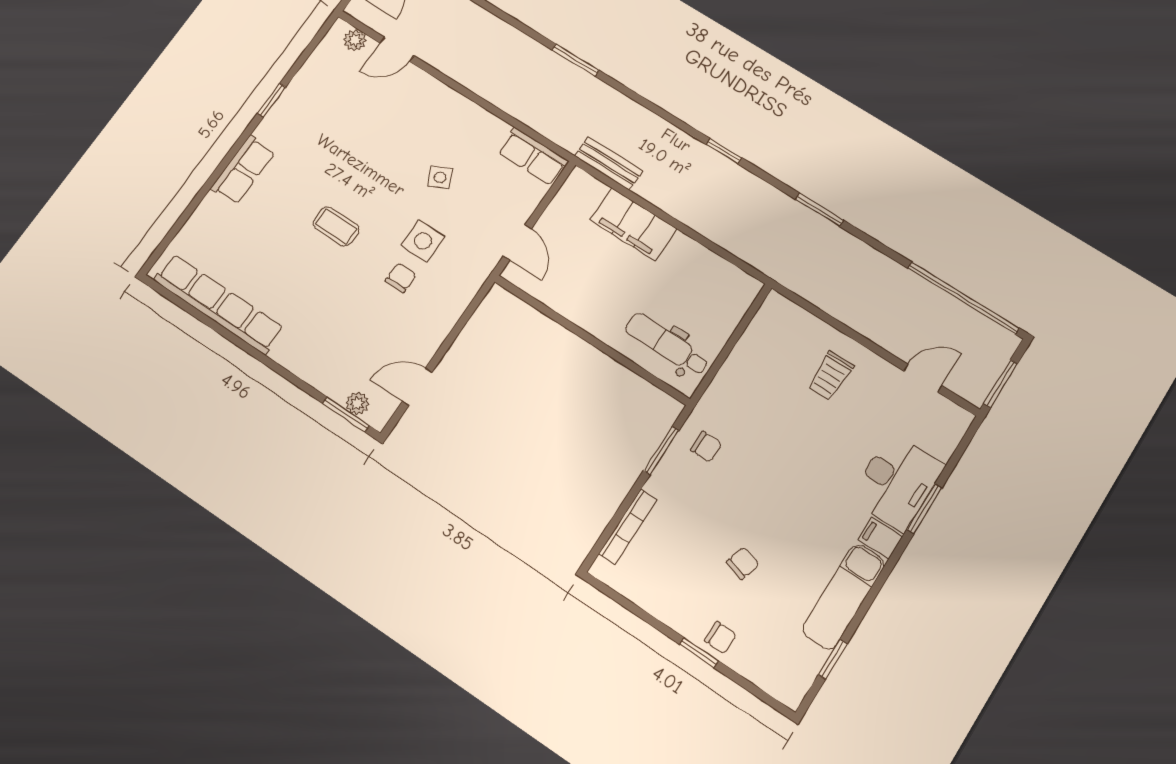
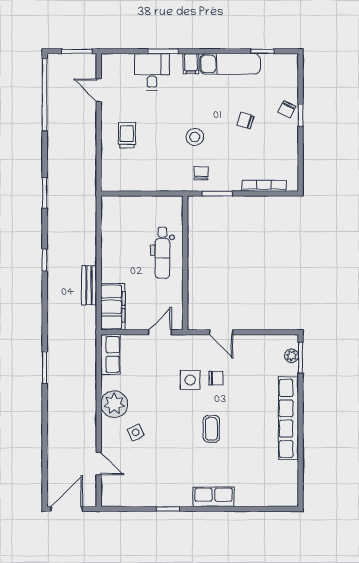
plant: (355, 40) -> (114, 404), moved, width x1.88, depth x1.88
bench: (609, 163) -> (89, 285), moved
side table: (440, 177) -> (136, 432), moved
filing cabinet: (633, 224) -> (113, 307), moved
chair: (401, 278) -> (216, 378), turned 180
row of seats: (219, 304) -> (288, 418), moved
dental chair: (667, 344) -> (162, 253), moved
trolley: (830, 376) -> (127, 135), turned -90
door: (417, 387) -> (221, 332), moved
stool: (766, 472) -> (195, 137), added
desk: (897, 482) -> (152, 72), width x0.73
chair: (720, 637) -> (287, 109), turned -153

